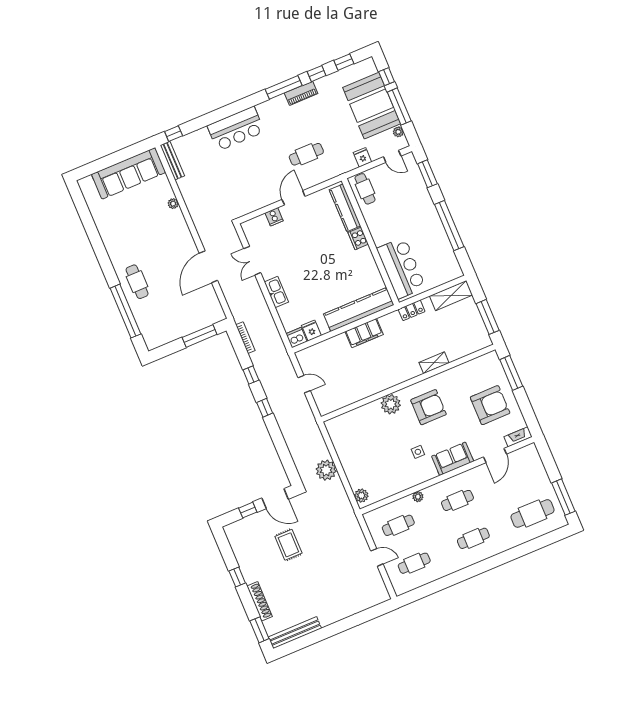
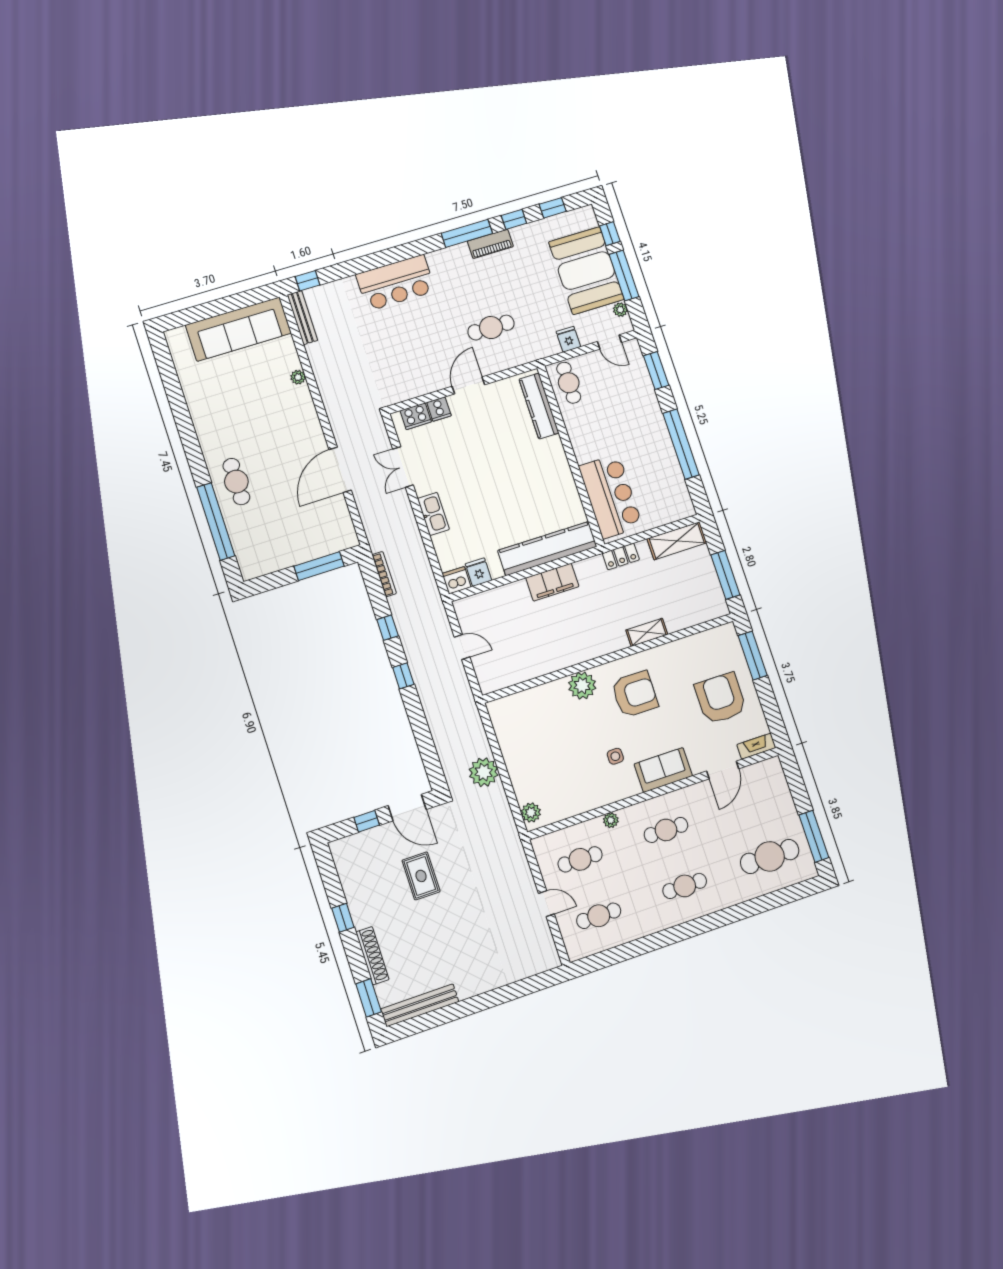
cooker: (358, 238) -> (416, 416), moved, turned -90
armchair: (490, 405) -> (721, 698), turned -90

